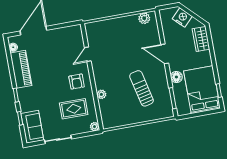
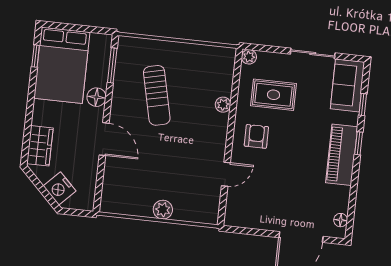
plant: (144, 18) -> (163, 210), moved
piano: (21, 69) -> (342, 155), moved

